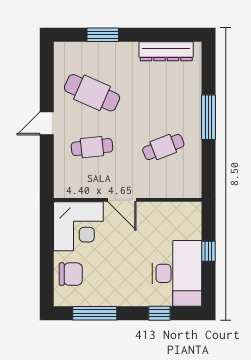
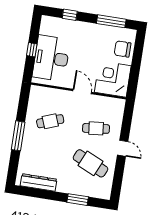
door: (47, 123) -> (123, 148), hinge flipped
desk: (177, 273) -> (51, 58), moved

